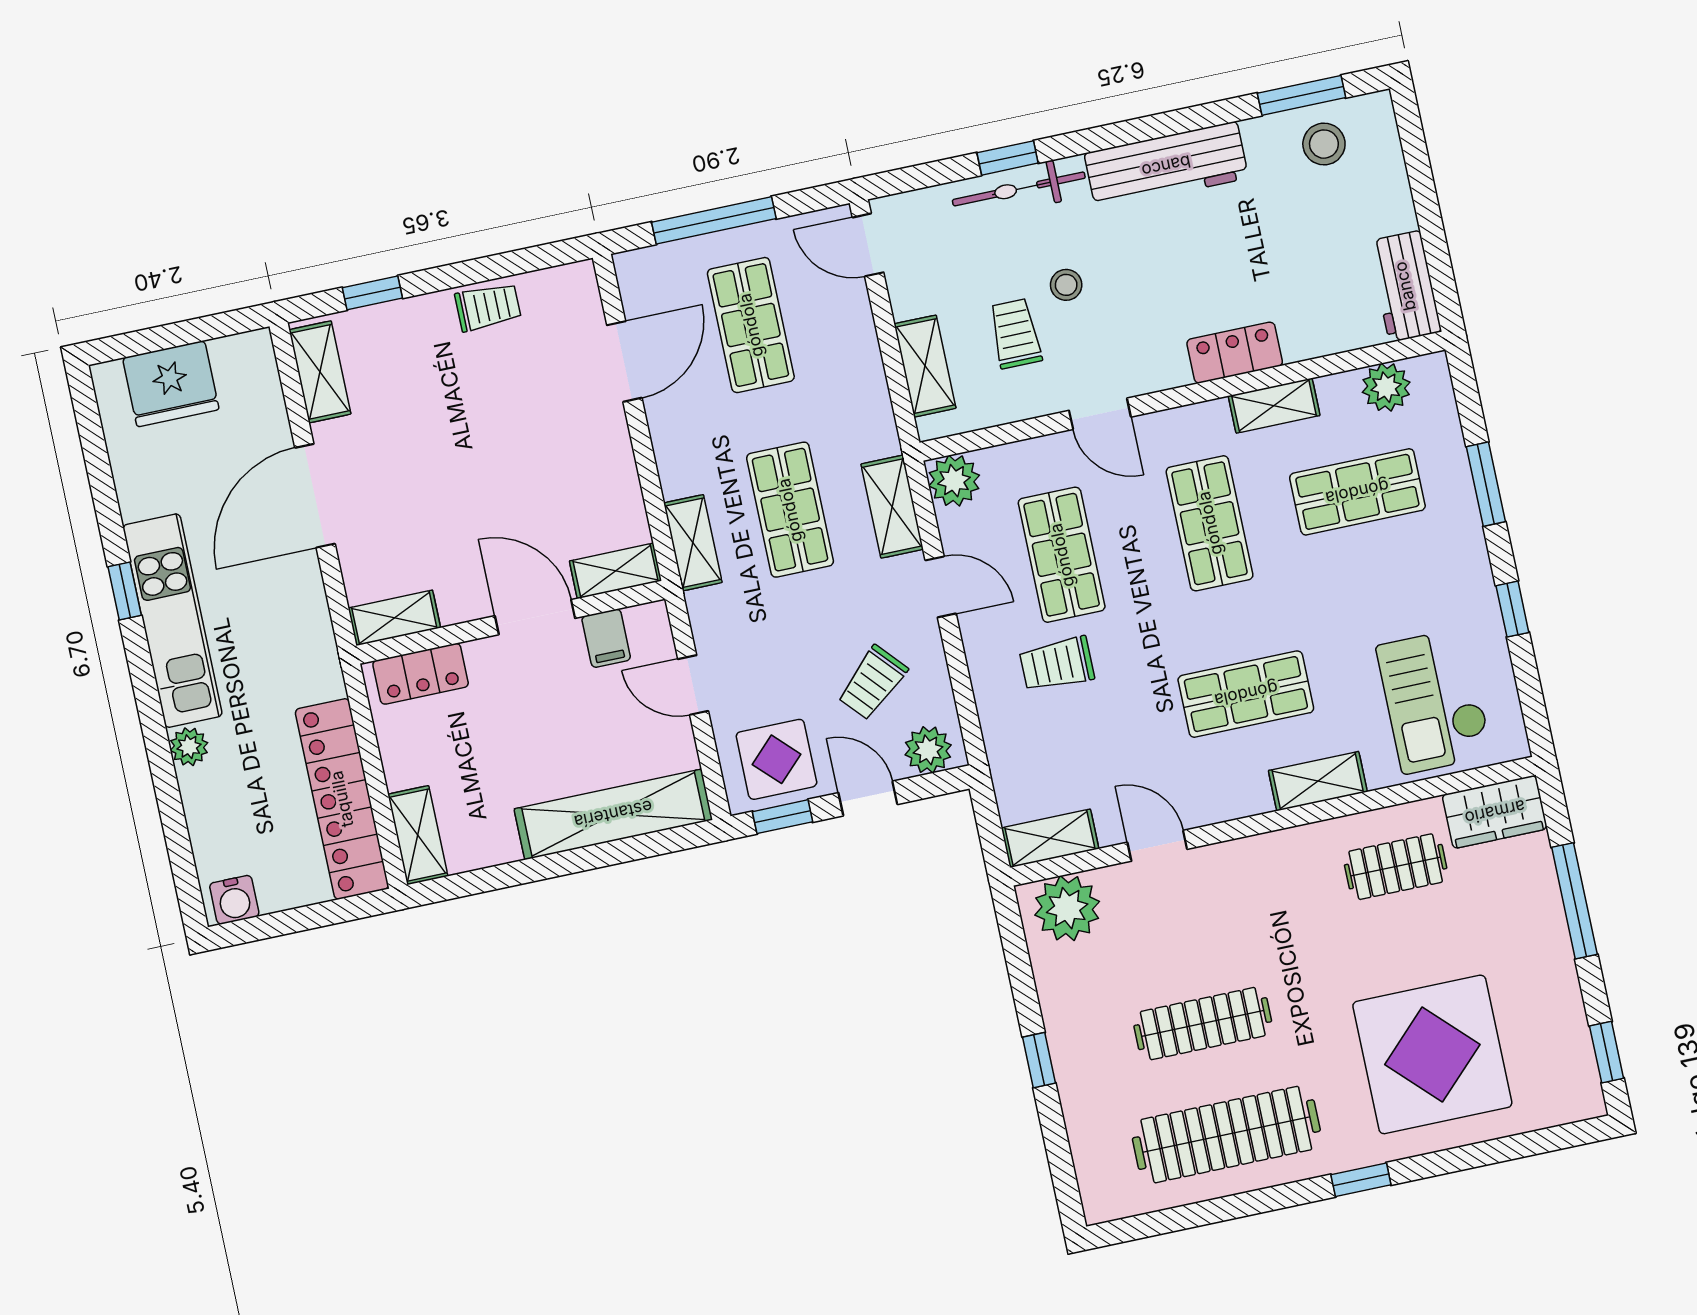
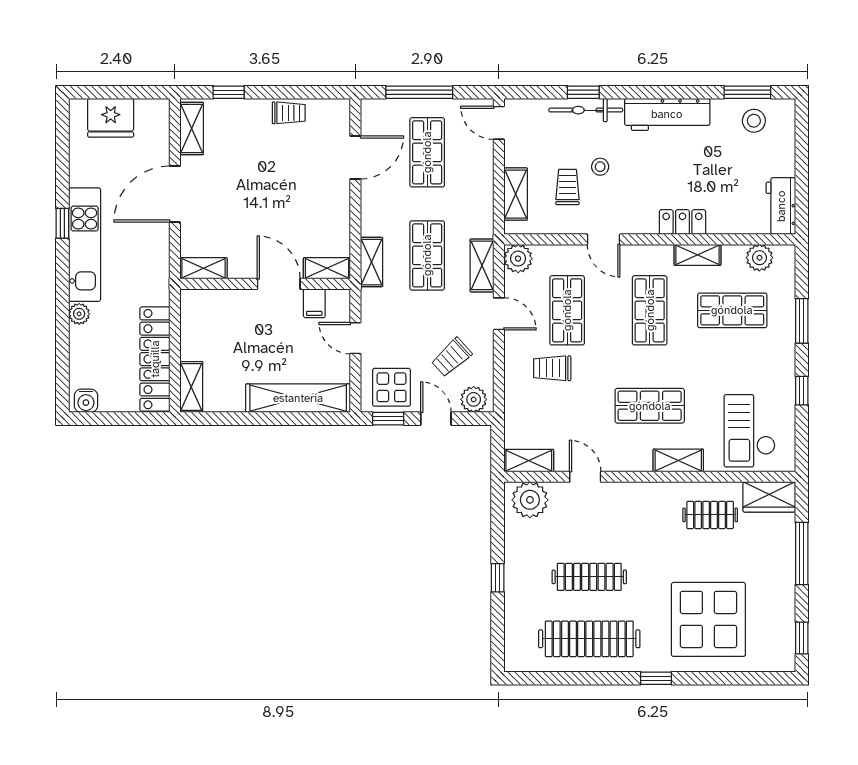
locker: (421, 674) -> (211, 301), removed

